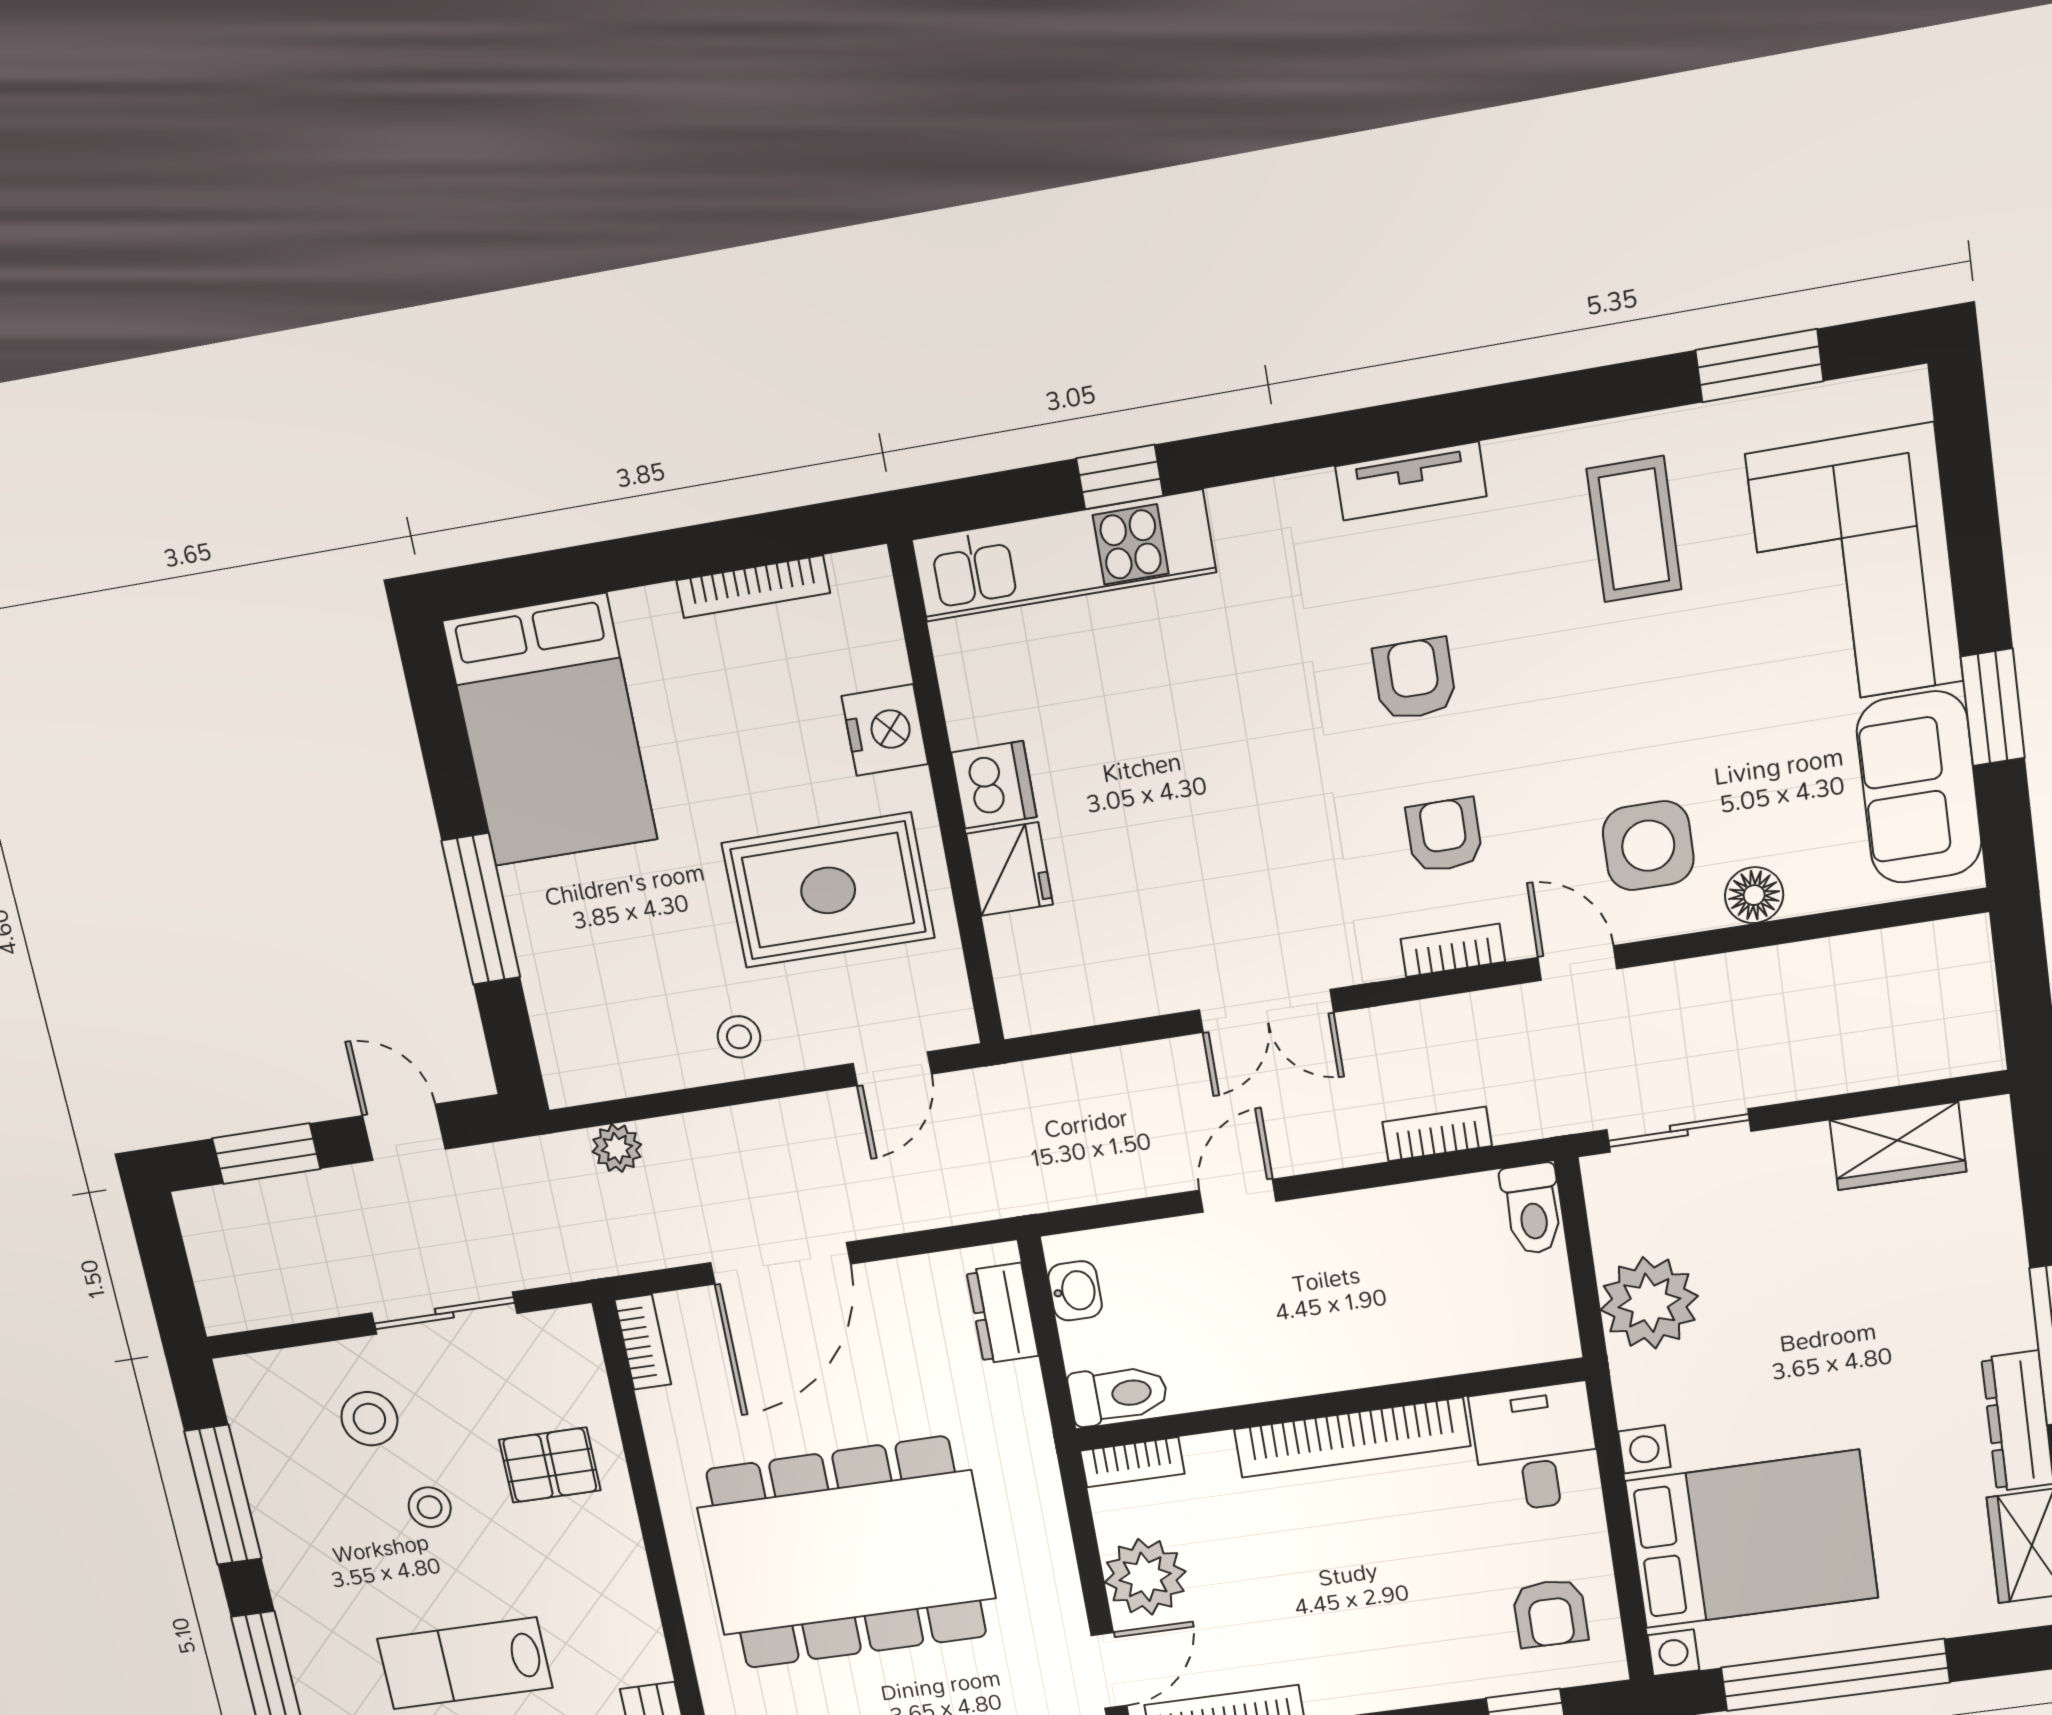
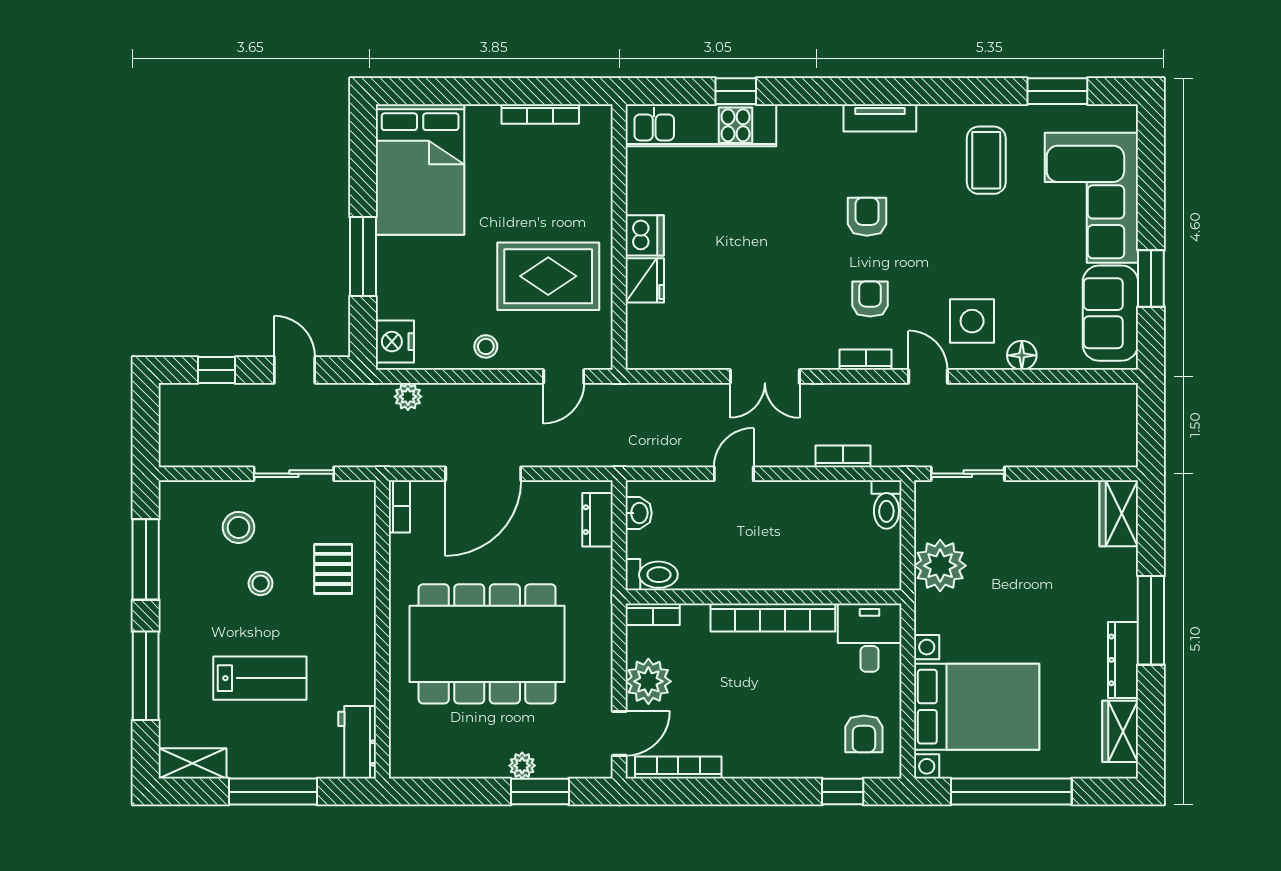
nightstand: (885, 730) -> (395, 342), moved, turned 180
wardrobe: (1898, 1146) -> (1119, 513), moved, turned 90
window: (266, 1154) -> (216, 370), width x0.67
pallet: (550, 1465) -> (333, 569), turned 90
lab bench: (465, 1663) -> (260, 678), turned 180

